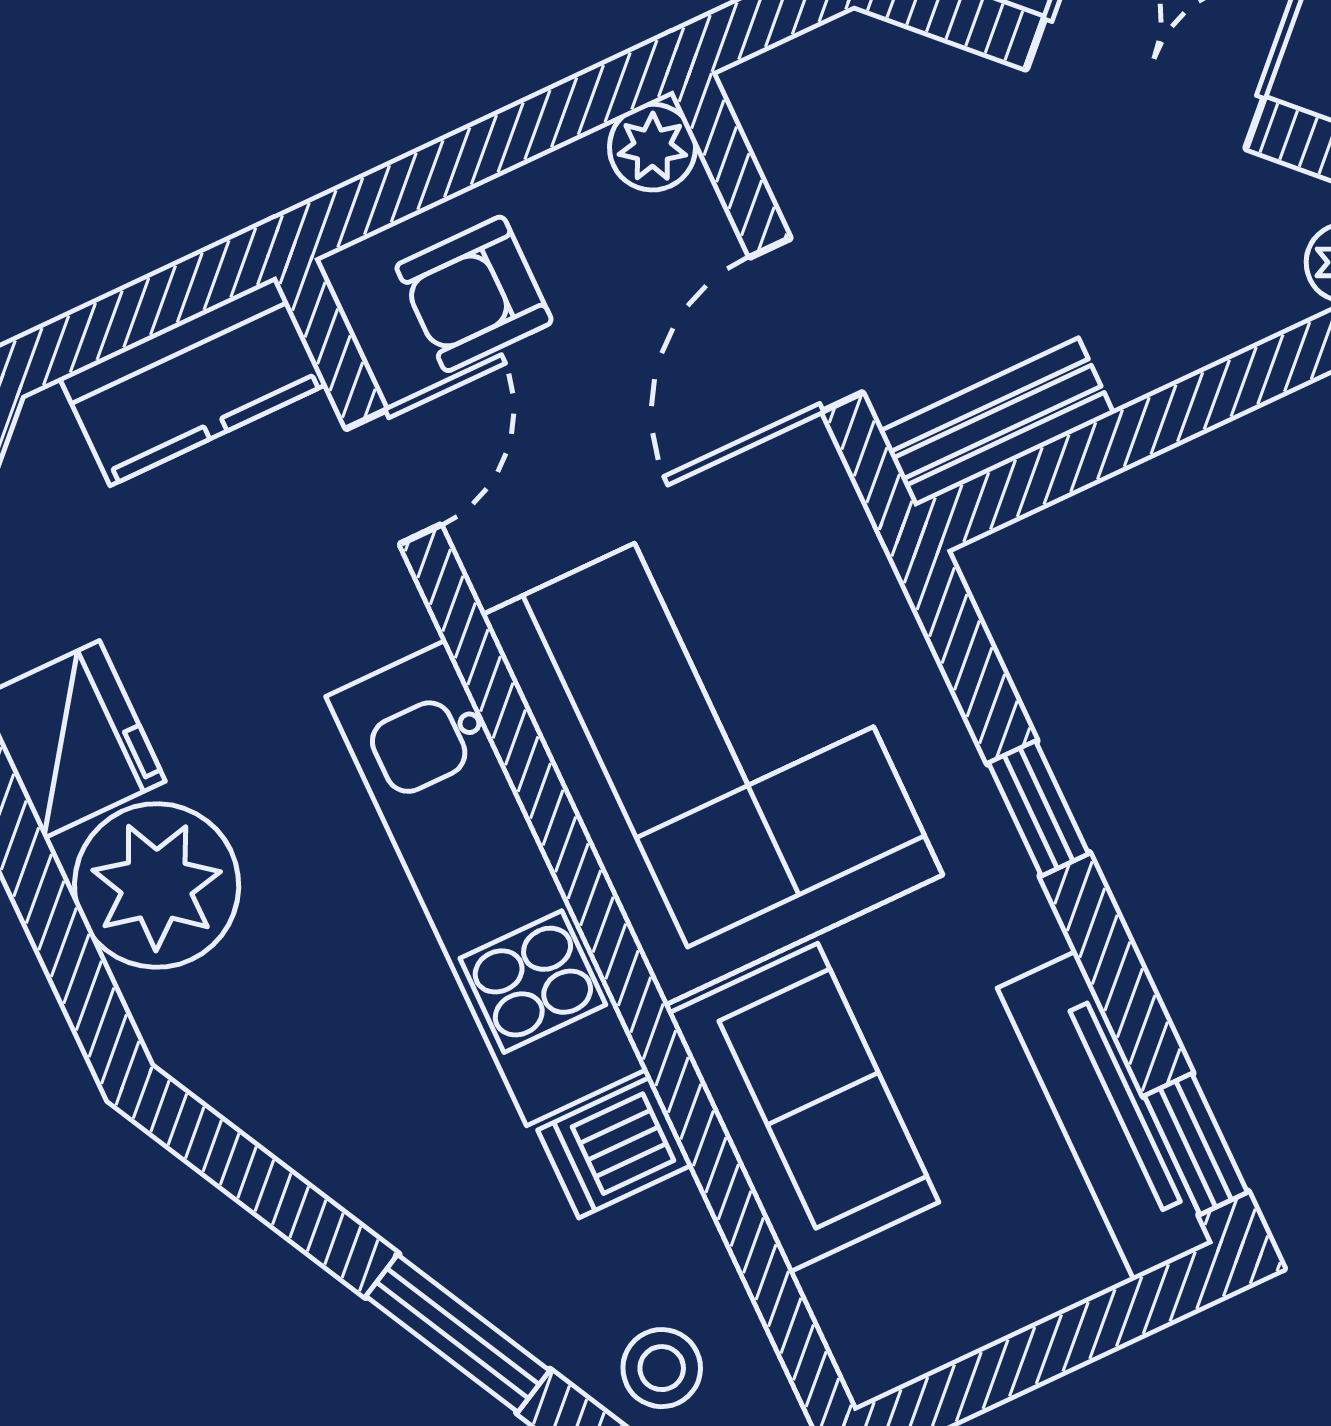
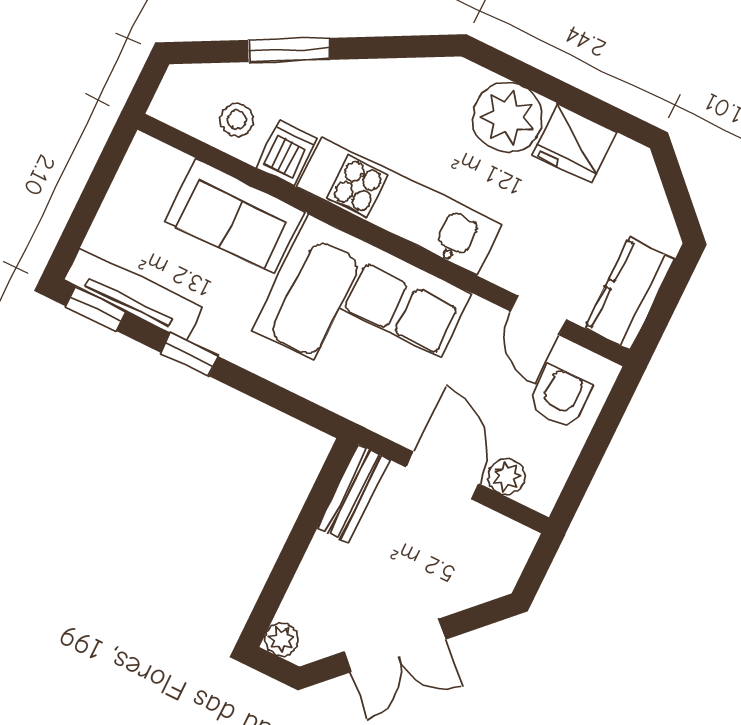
plant: (653, 147) -> (507, 477), moved
window: (1038, 808) -> (189, 354), moved
stool: (662, 1368) -> (237, 120), moved

